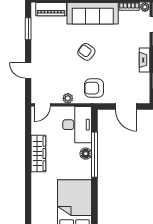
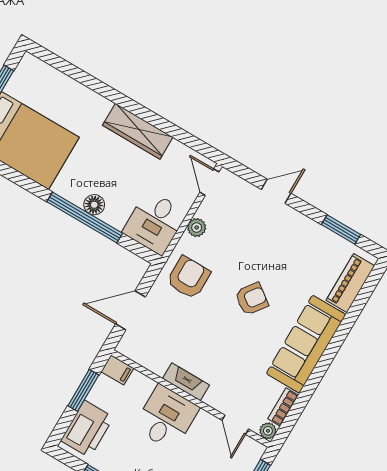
desk: (77, 125) -> (155, 222), width x0.73

